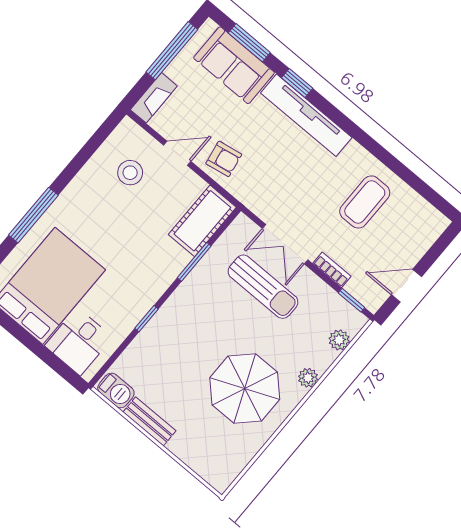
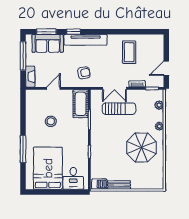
armchair: (224, 159) -> (84, 73), moved
stool: (130, 173) -> (51, 121), moved

